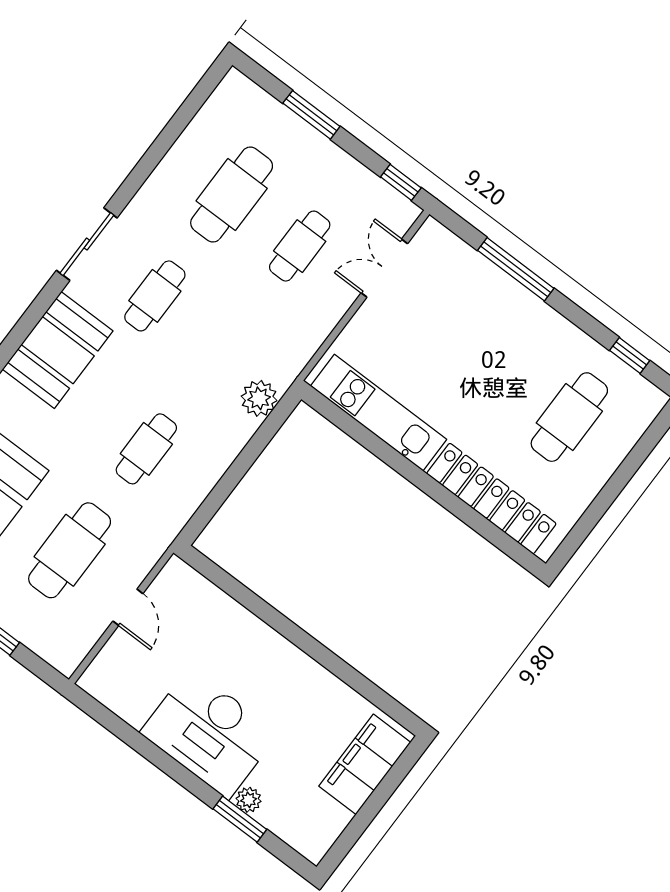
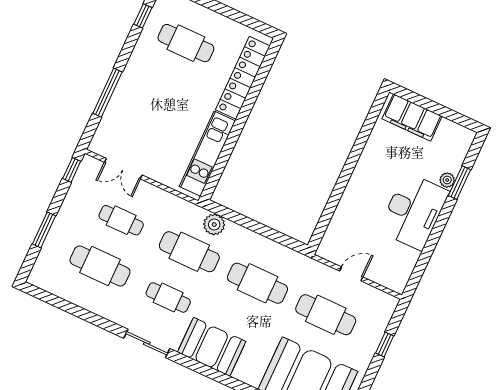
cafe table: (223, 347) -> (189, 252), added
cafe table: (146, 449) -> (258, 283), width x1.37, depth x1.35

